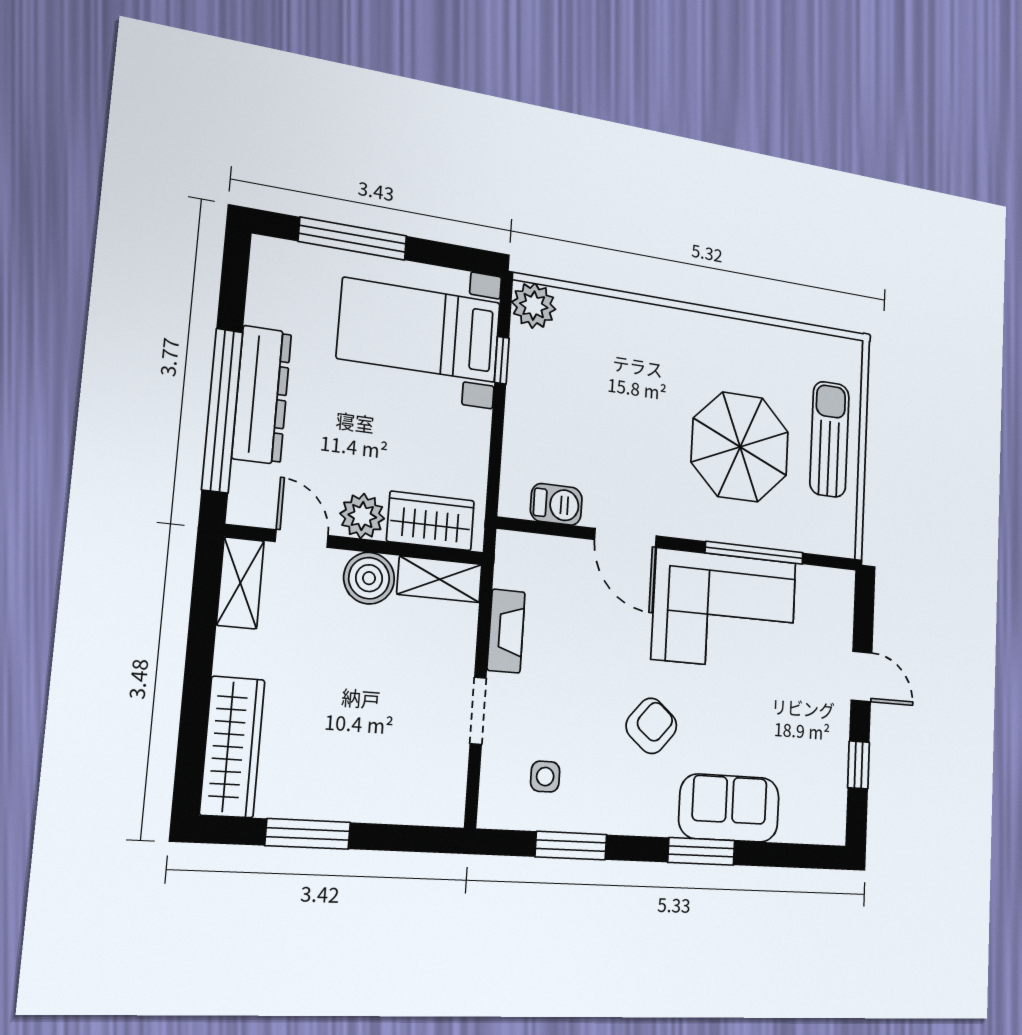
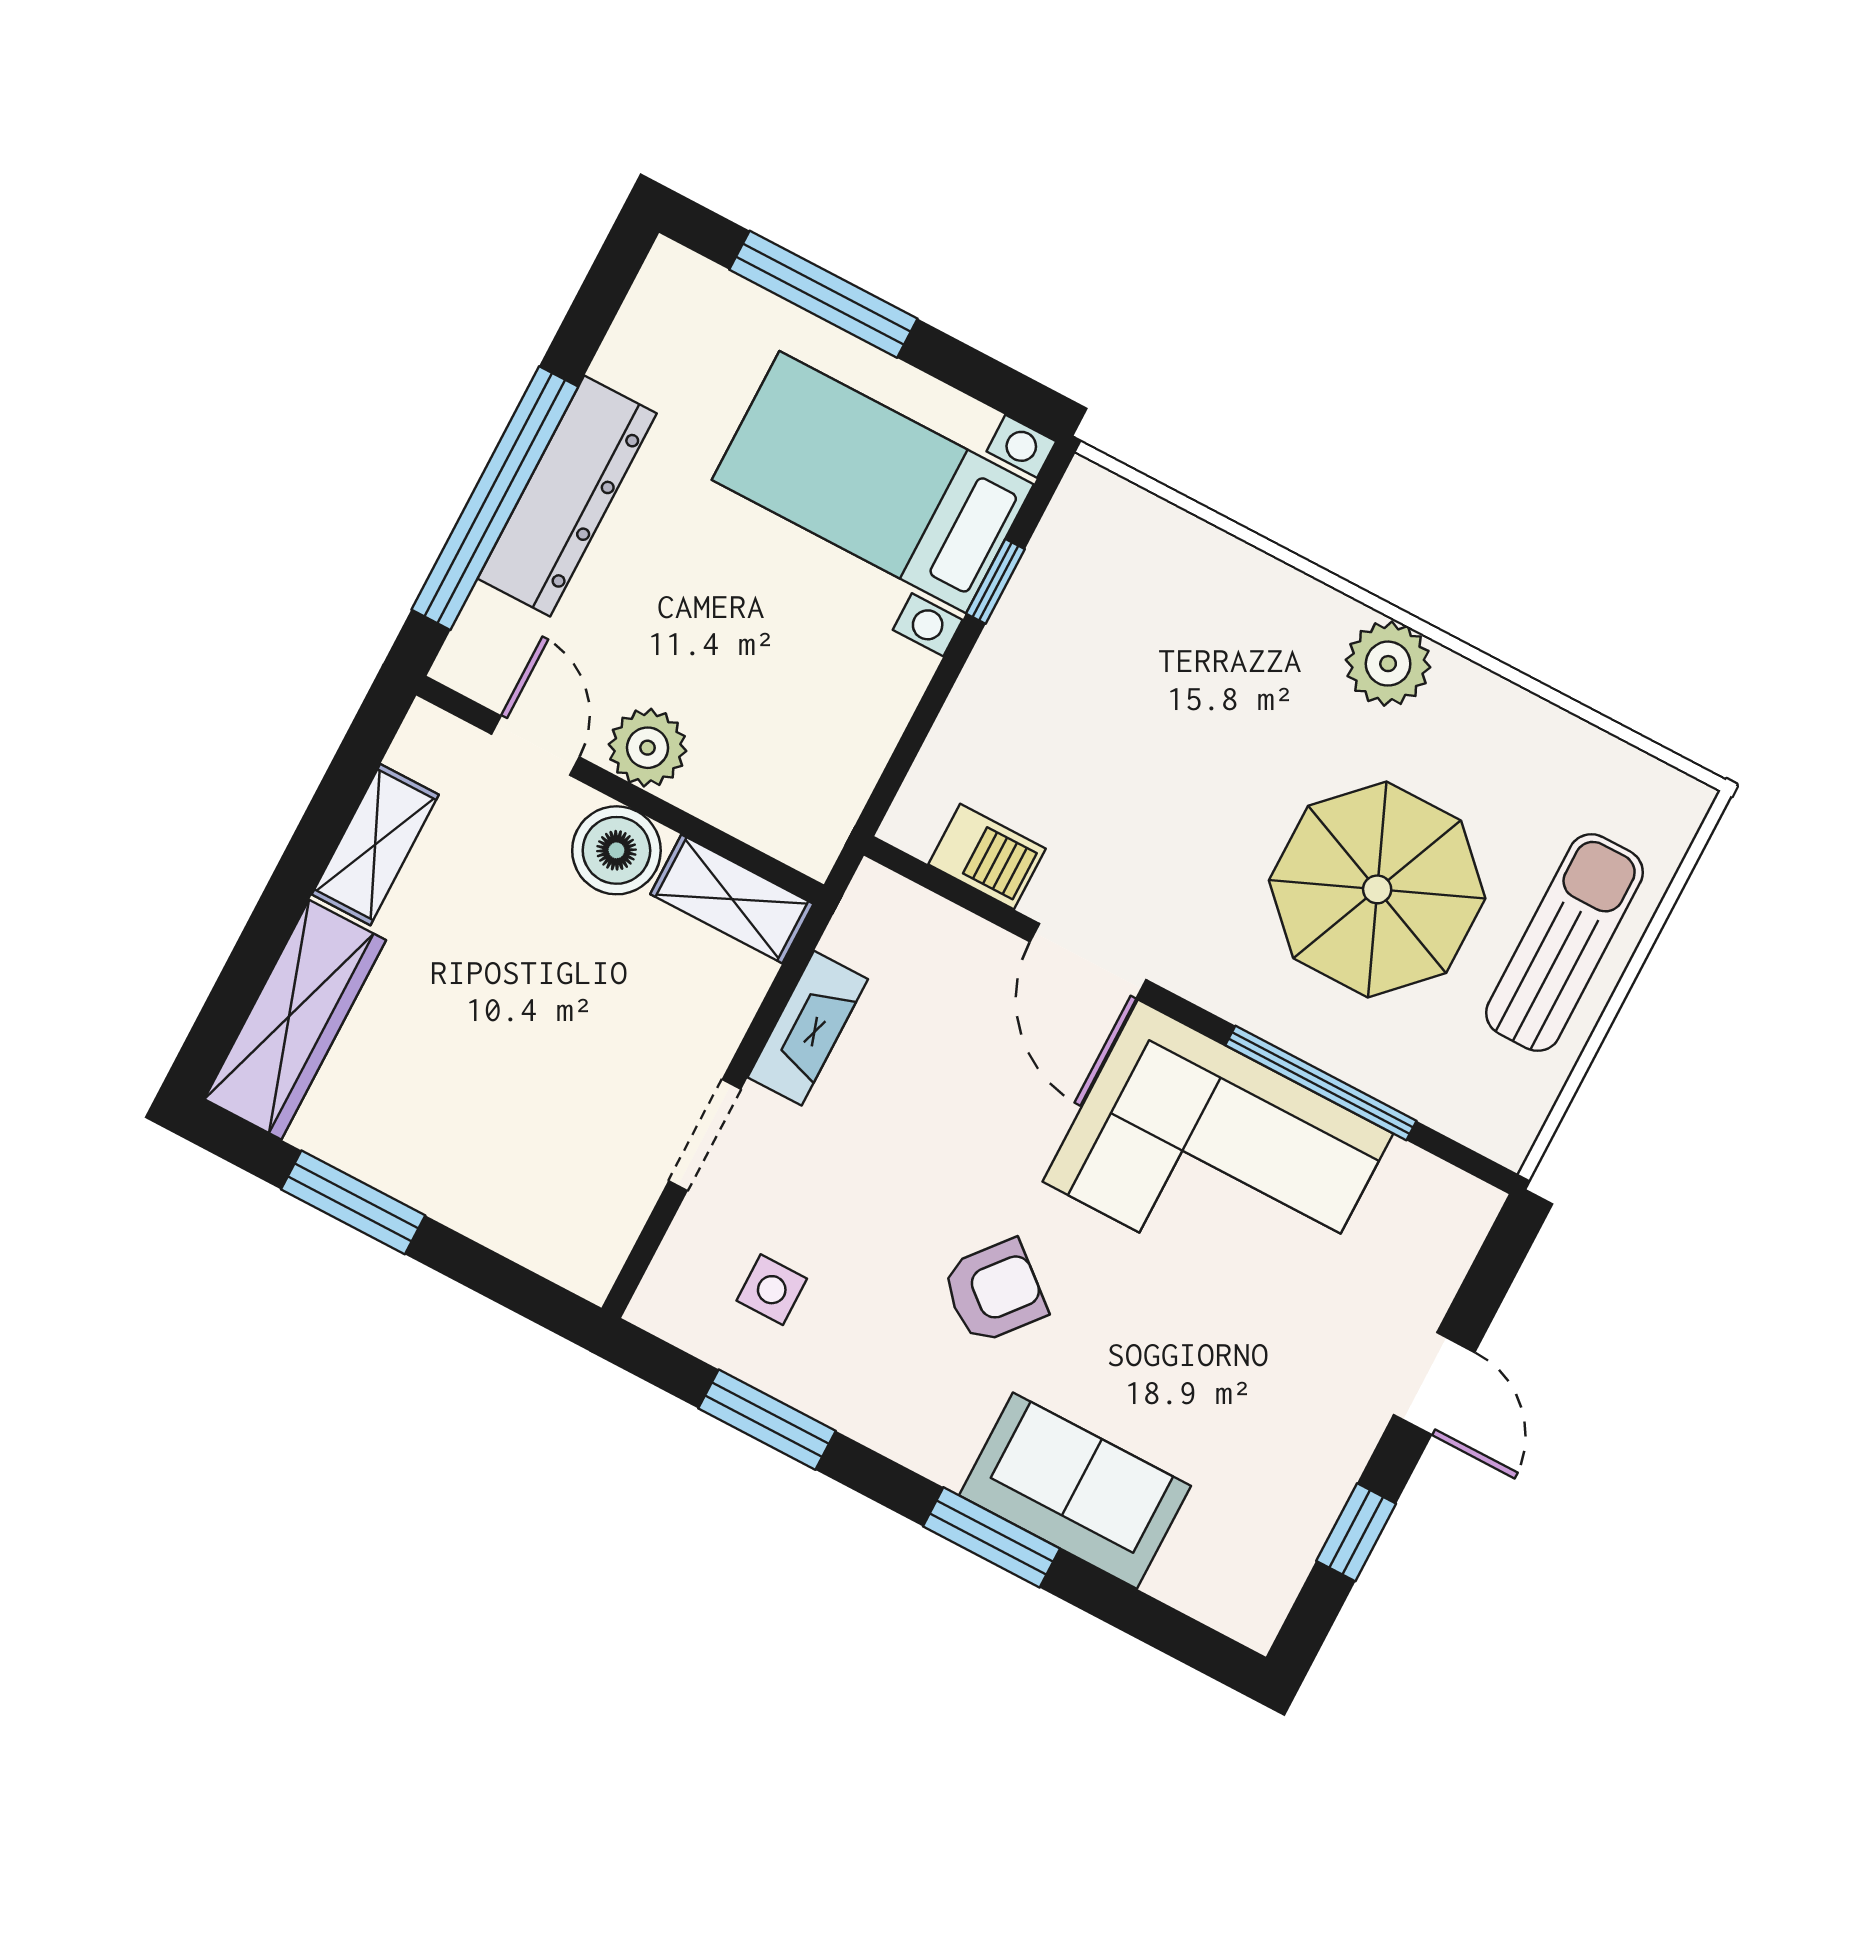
plant: (534, 306) -> (1388, 664), moved
wardrobe: (431, 521) -> (757, 800), removed
shelving: (240, 583) -> (375, 845), moved

